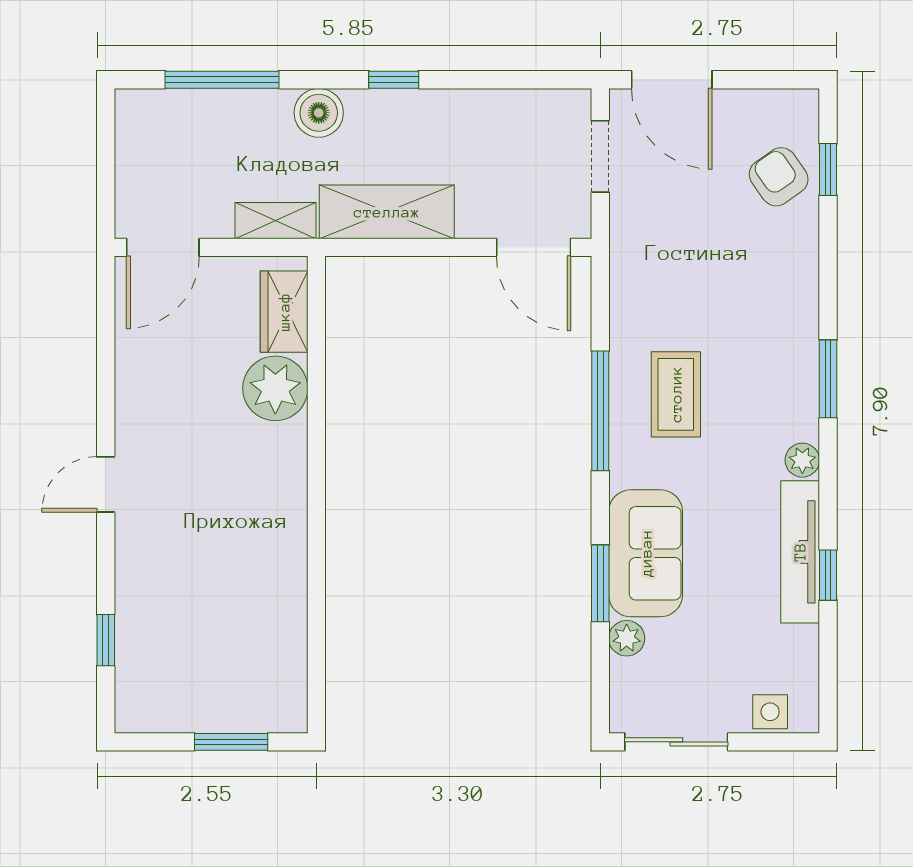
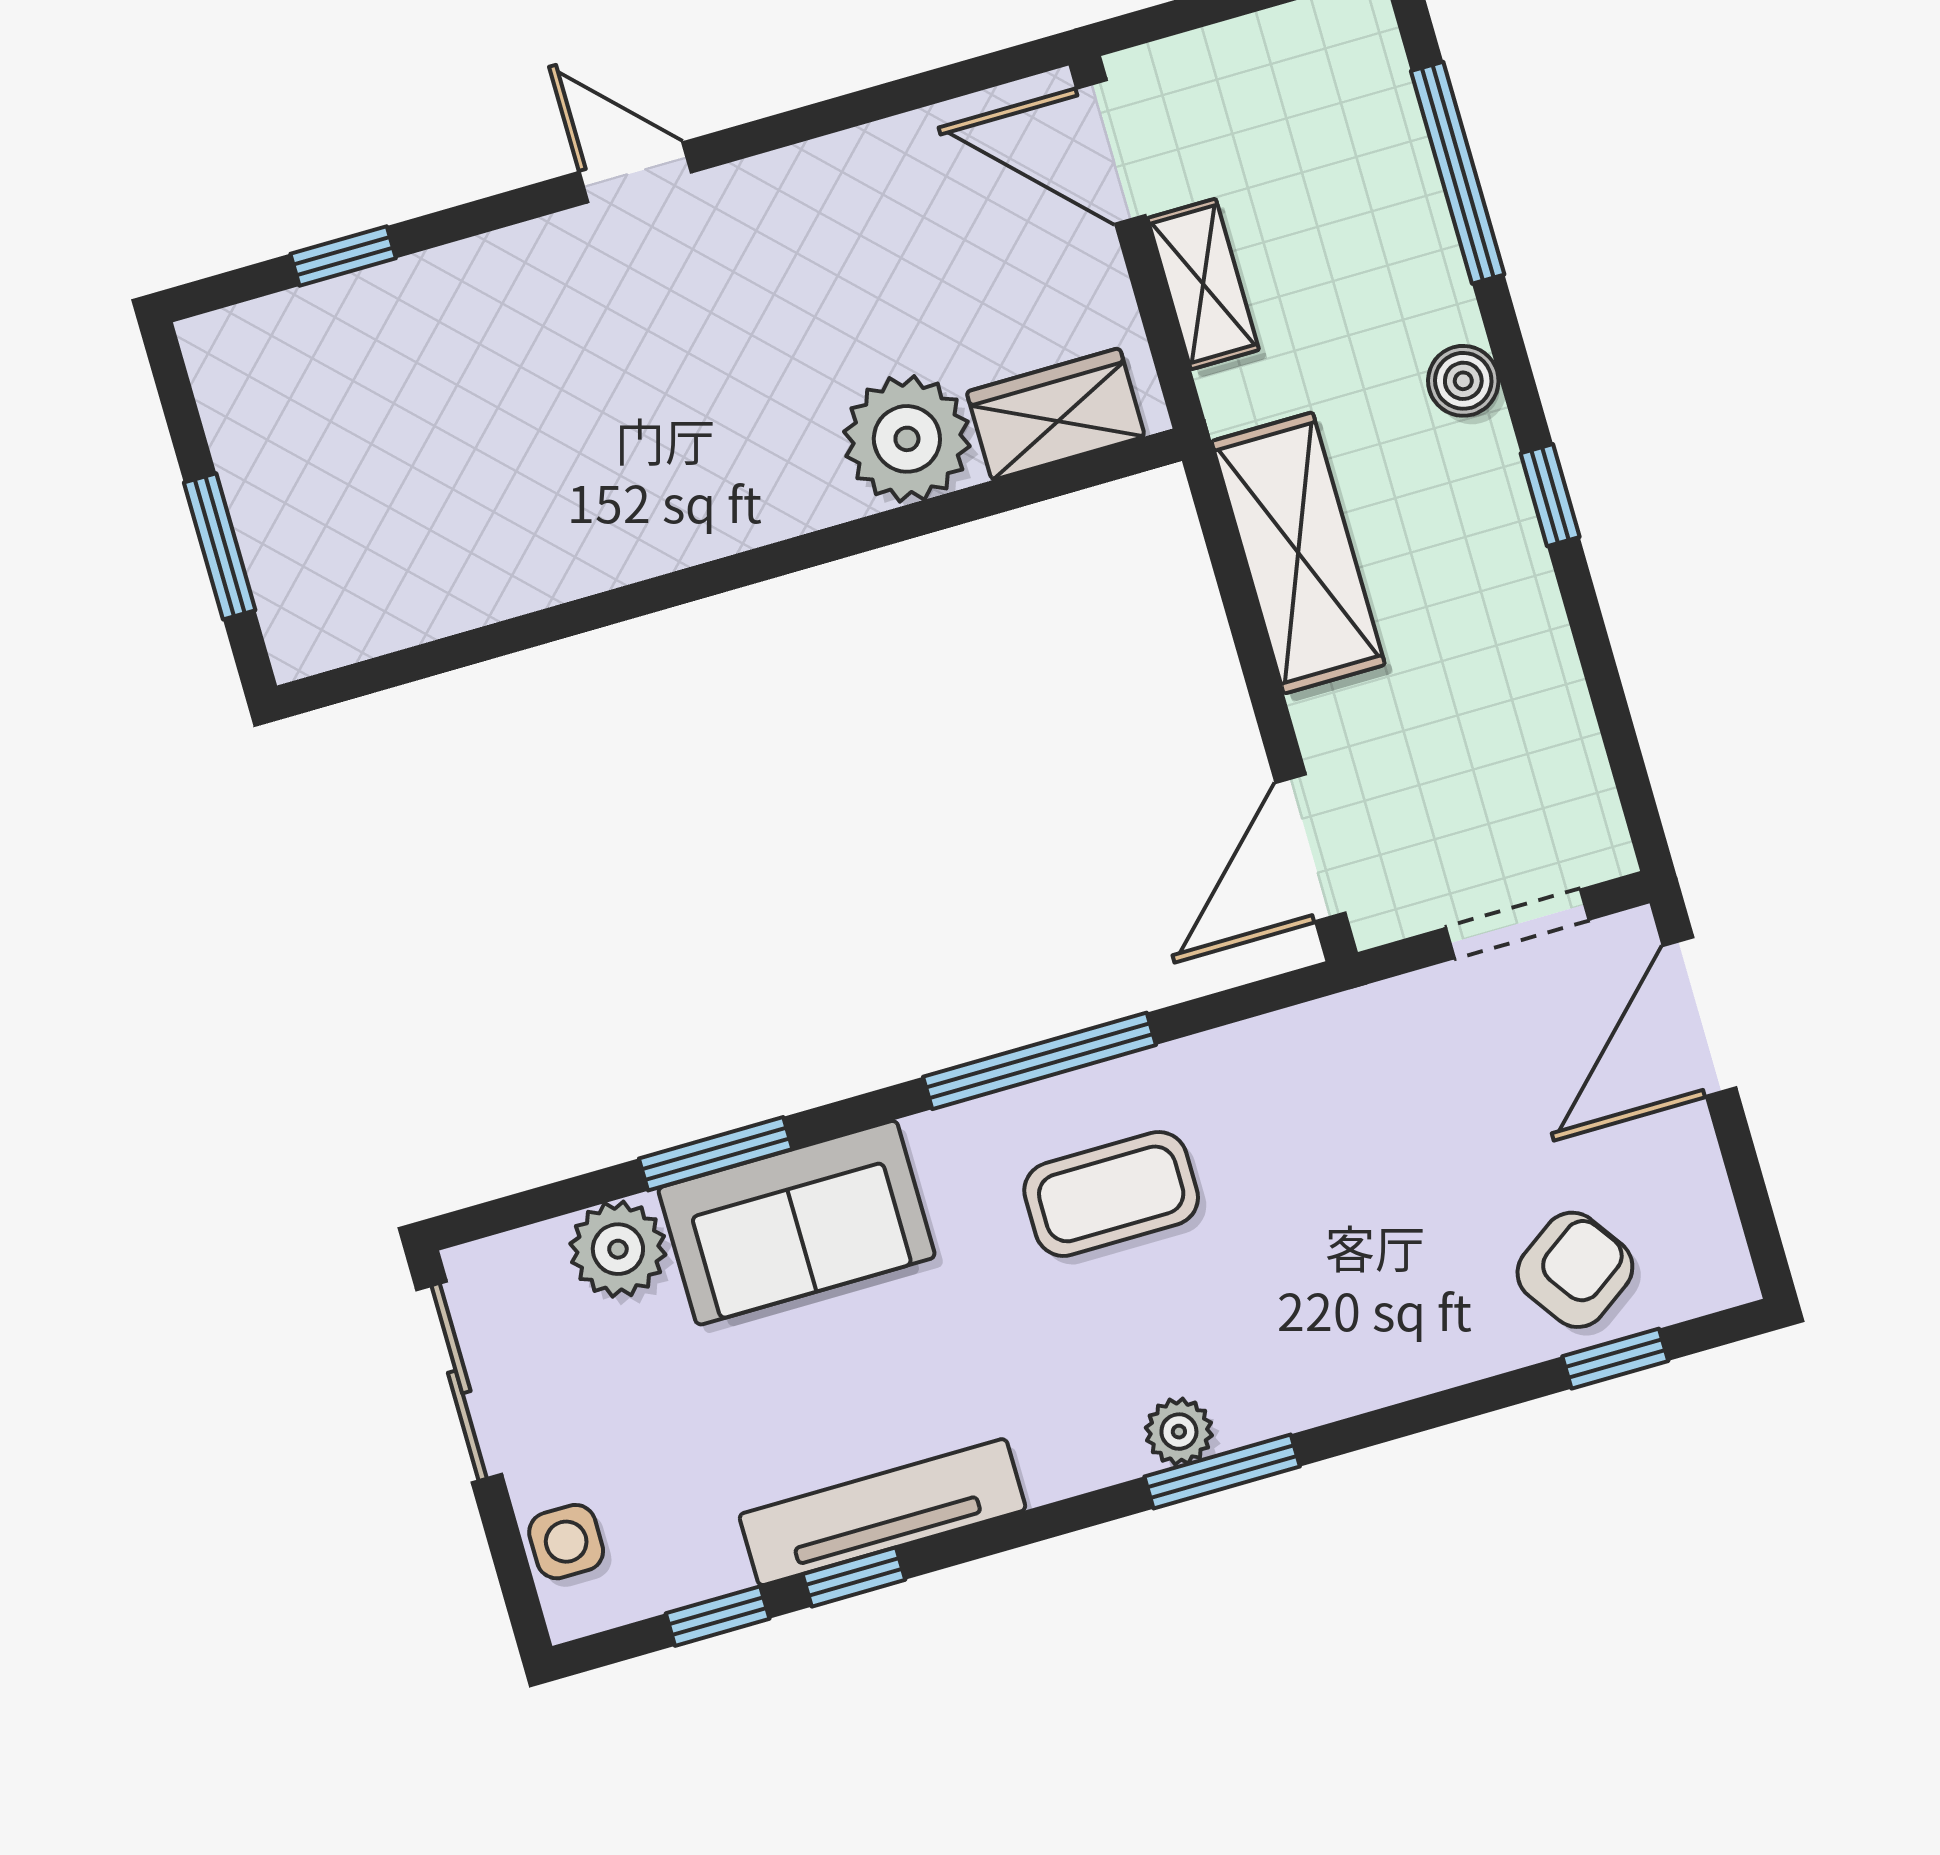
boiler: (319, 113) -> (1463, 381), width x0.73, depth x0.73
shelving: (275, 221) -> (1203, 284), moved
plant: (802, 460) -> (1179, 1432), moved
plant: (627, 638) -> (618, 1249), width x1.38, depth x1.38
window: (828, 648) -> (718, 1616), added

